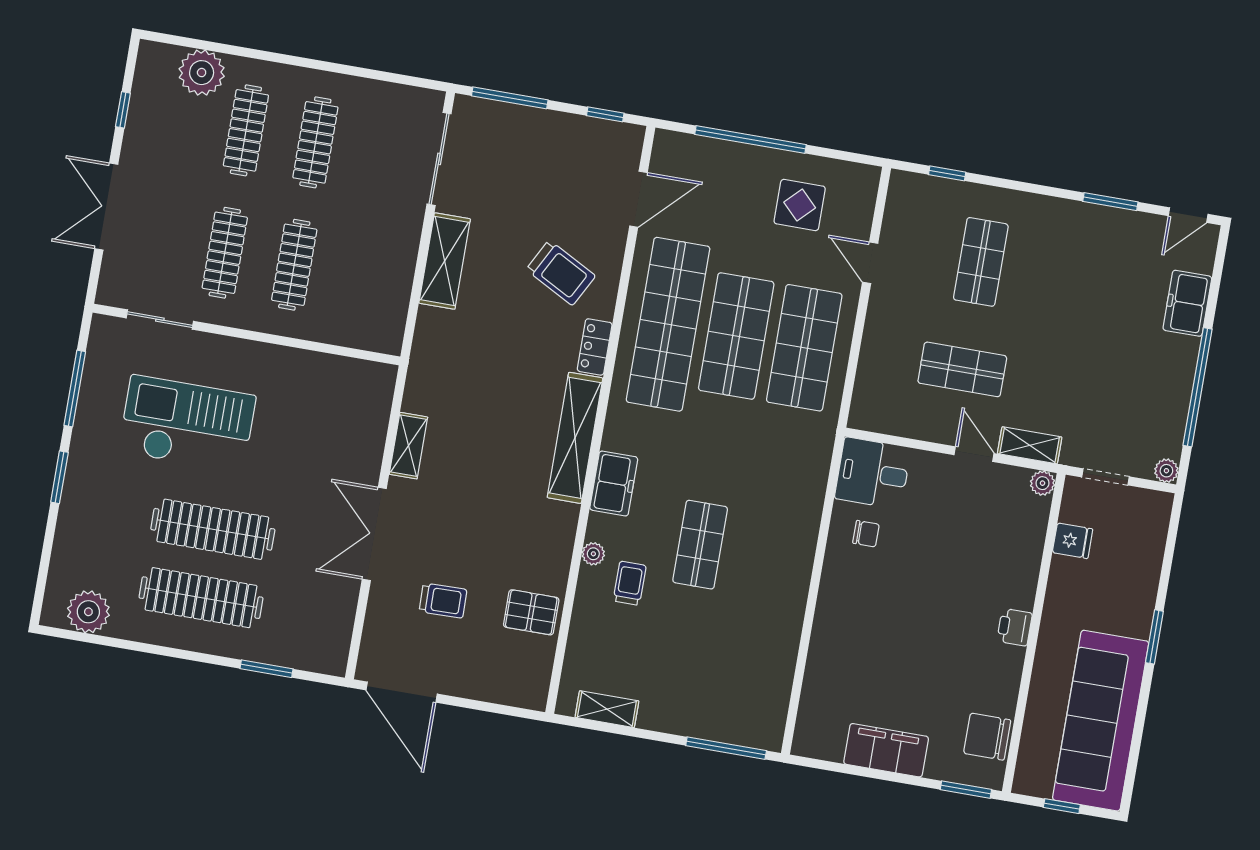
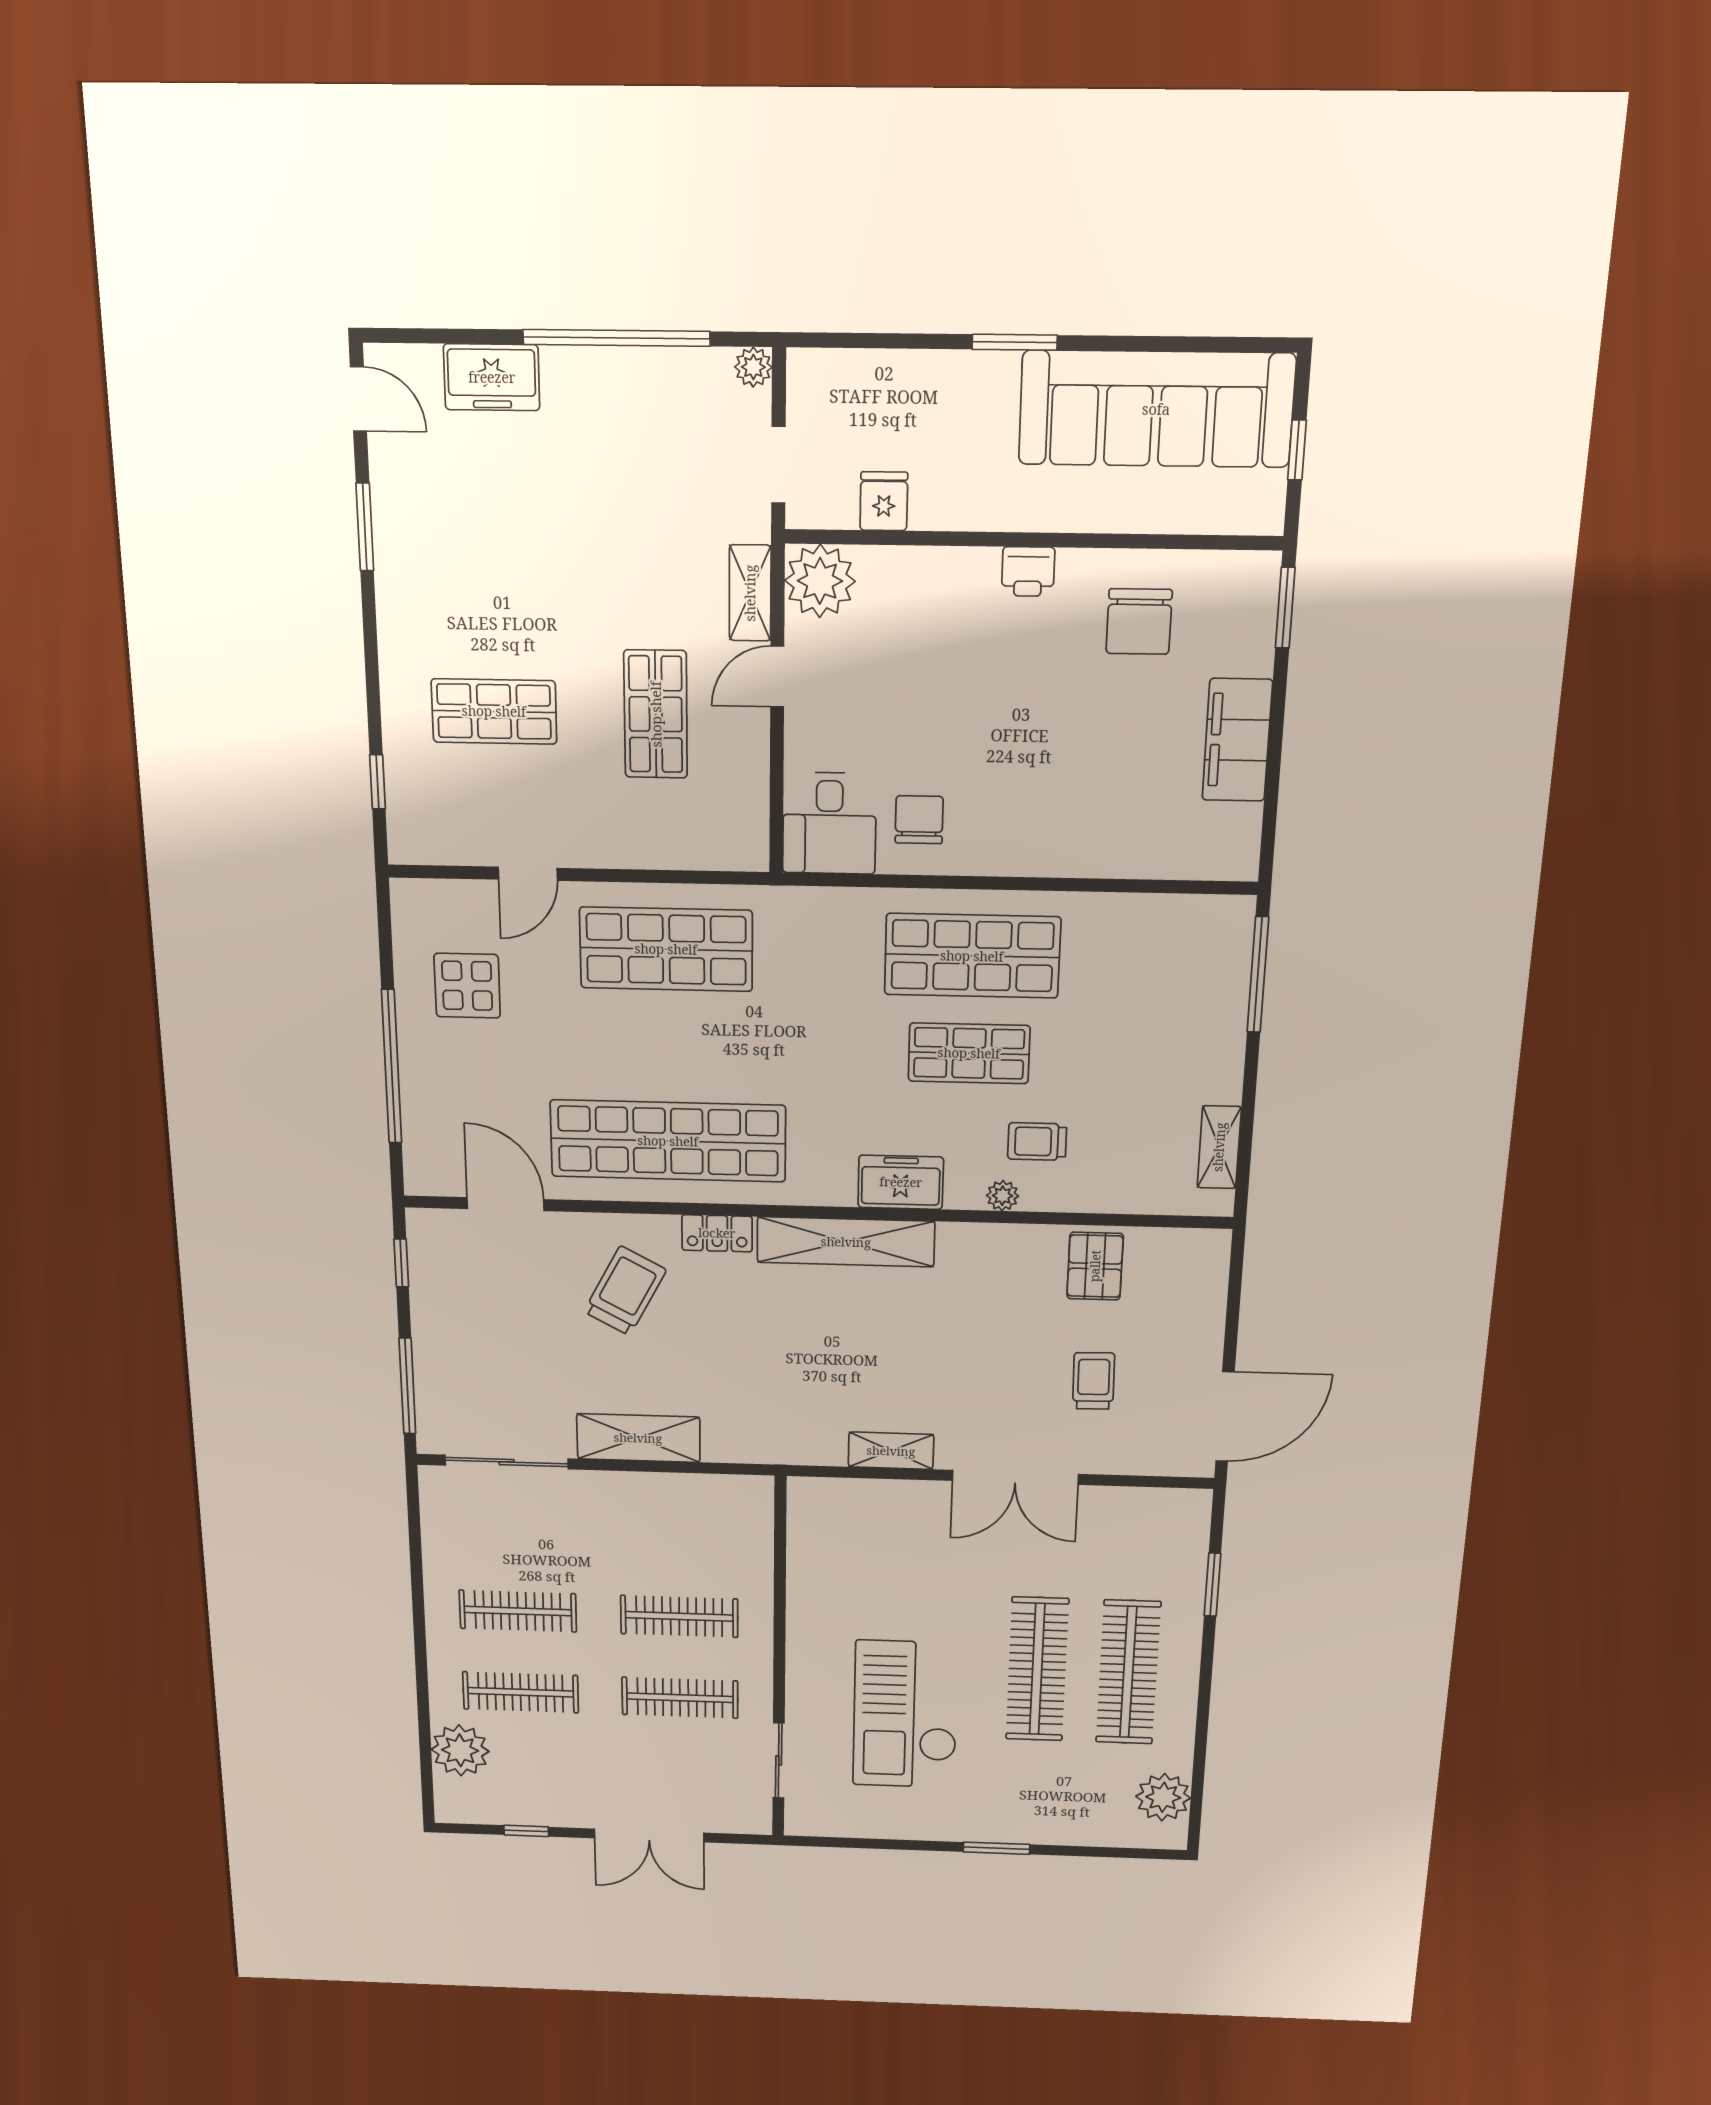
shop shelf: (736, 336) -> (972, 956), moved
window: (75, 388) -> (882, 1844), removed
plant: (1043, 483) -> (820, 581), width x1.88, depth x1.88
chair: (866, 534) -> (919, 820), width x1.37, depth x1.37
chair: (987, 737) -> (1139, 622), moved

